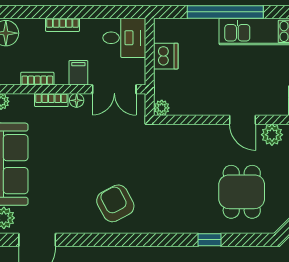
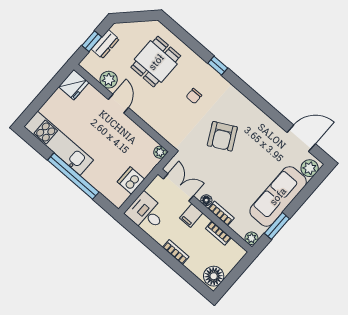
chair: (176, 190) -> (194, 96), added
armchair: (115, 203) -> (222, 136), moved
window: (209, 240) -> (218, 66), moved

